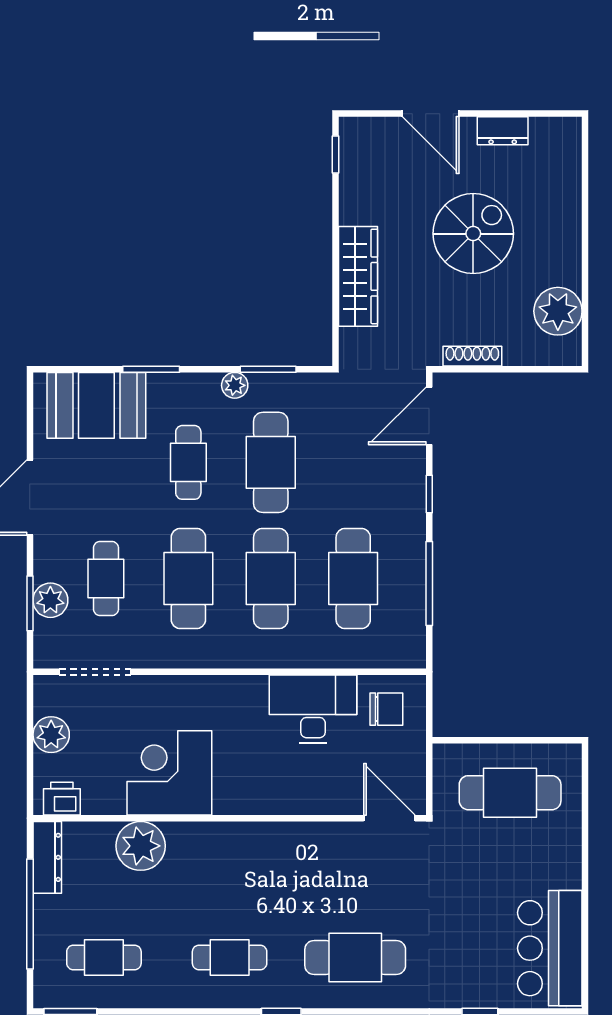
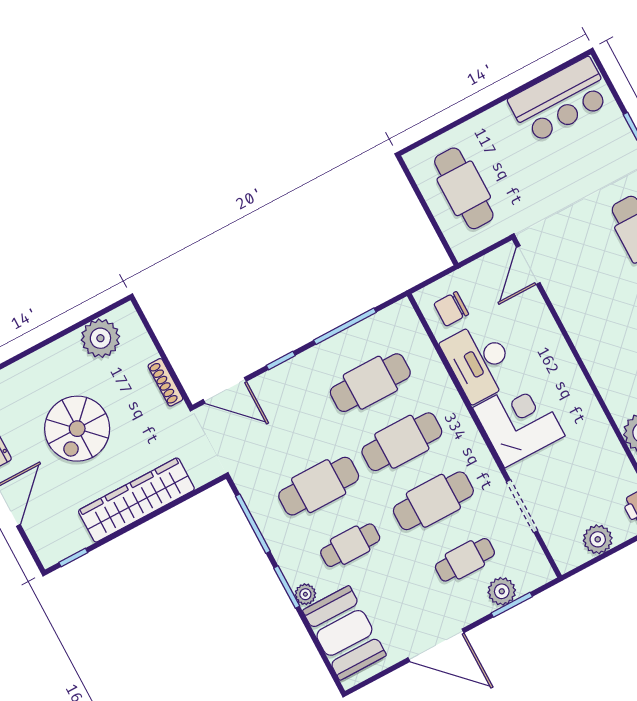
spiral stairs: (473, 234) -> (77, 429), turned -90
wardrobe: (358, 276) -> (136, 500), width x1.40, depth x1.17
window: (151, 369) -> (287, 587), moved
window: (268, 369) -> (253, 524), width x1.44
plant: (235, 385) -> (305, 594), moved
doorway: (95, 672) -> (522, 506), moved
chair: (386, 709) -> (451, 309), turned -90
corner desk: (169, 773) -> (519, 422), moved, turned 180

